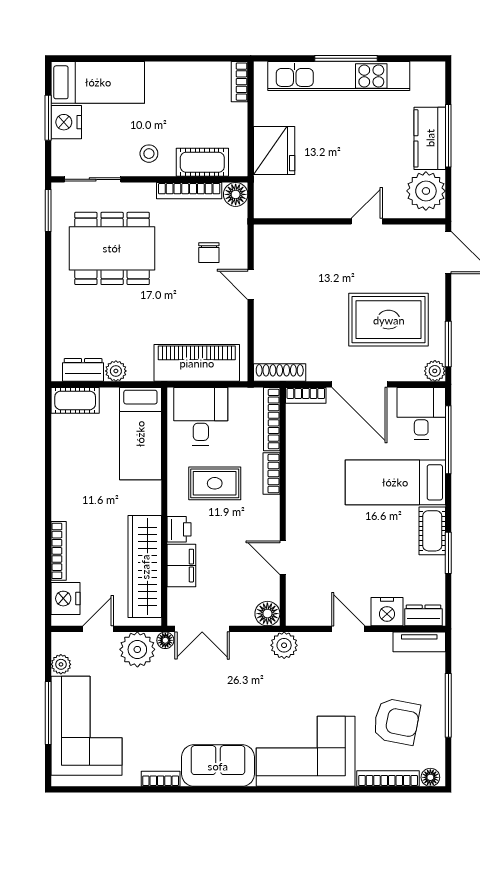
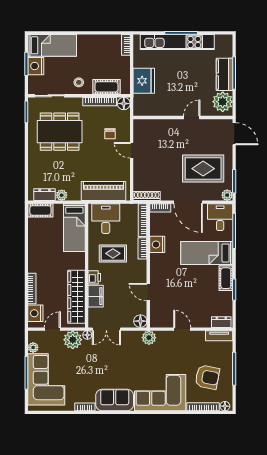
nightstand: (387, 612) -> (157, 244), moved, turned 90

